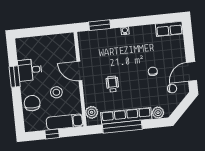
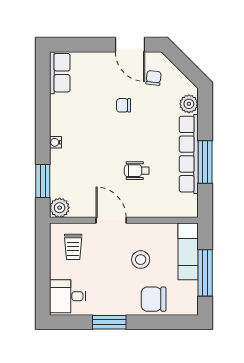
trolley: (60, 49) -> (73, 247), added
desk: (30, 70) -> (68, 296), moved, turned 90
door: (79, 71) -> (111, 220), swing flipped
plant: (92, 112) -> (60, 208), moved
window: (122, 127) -> (205, 162), width x0.68
window: (52, 134) -> (205, 273), width x2.17

